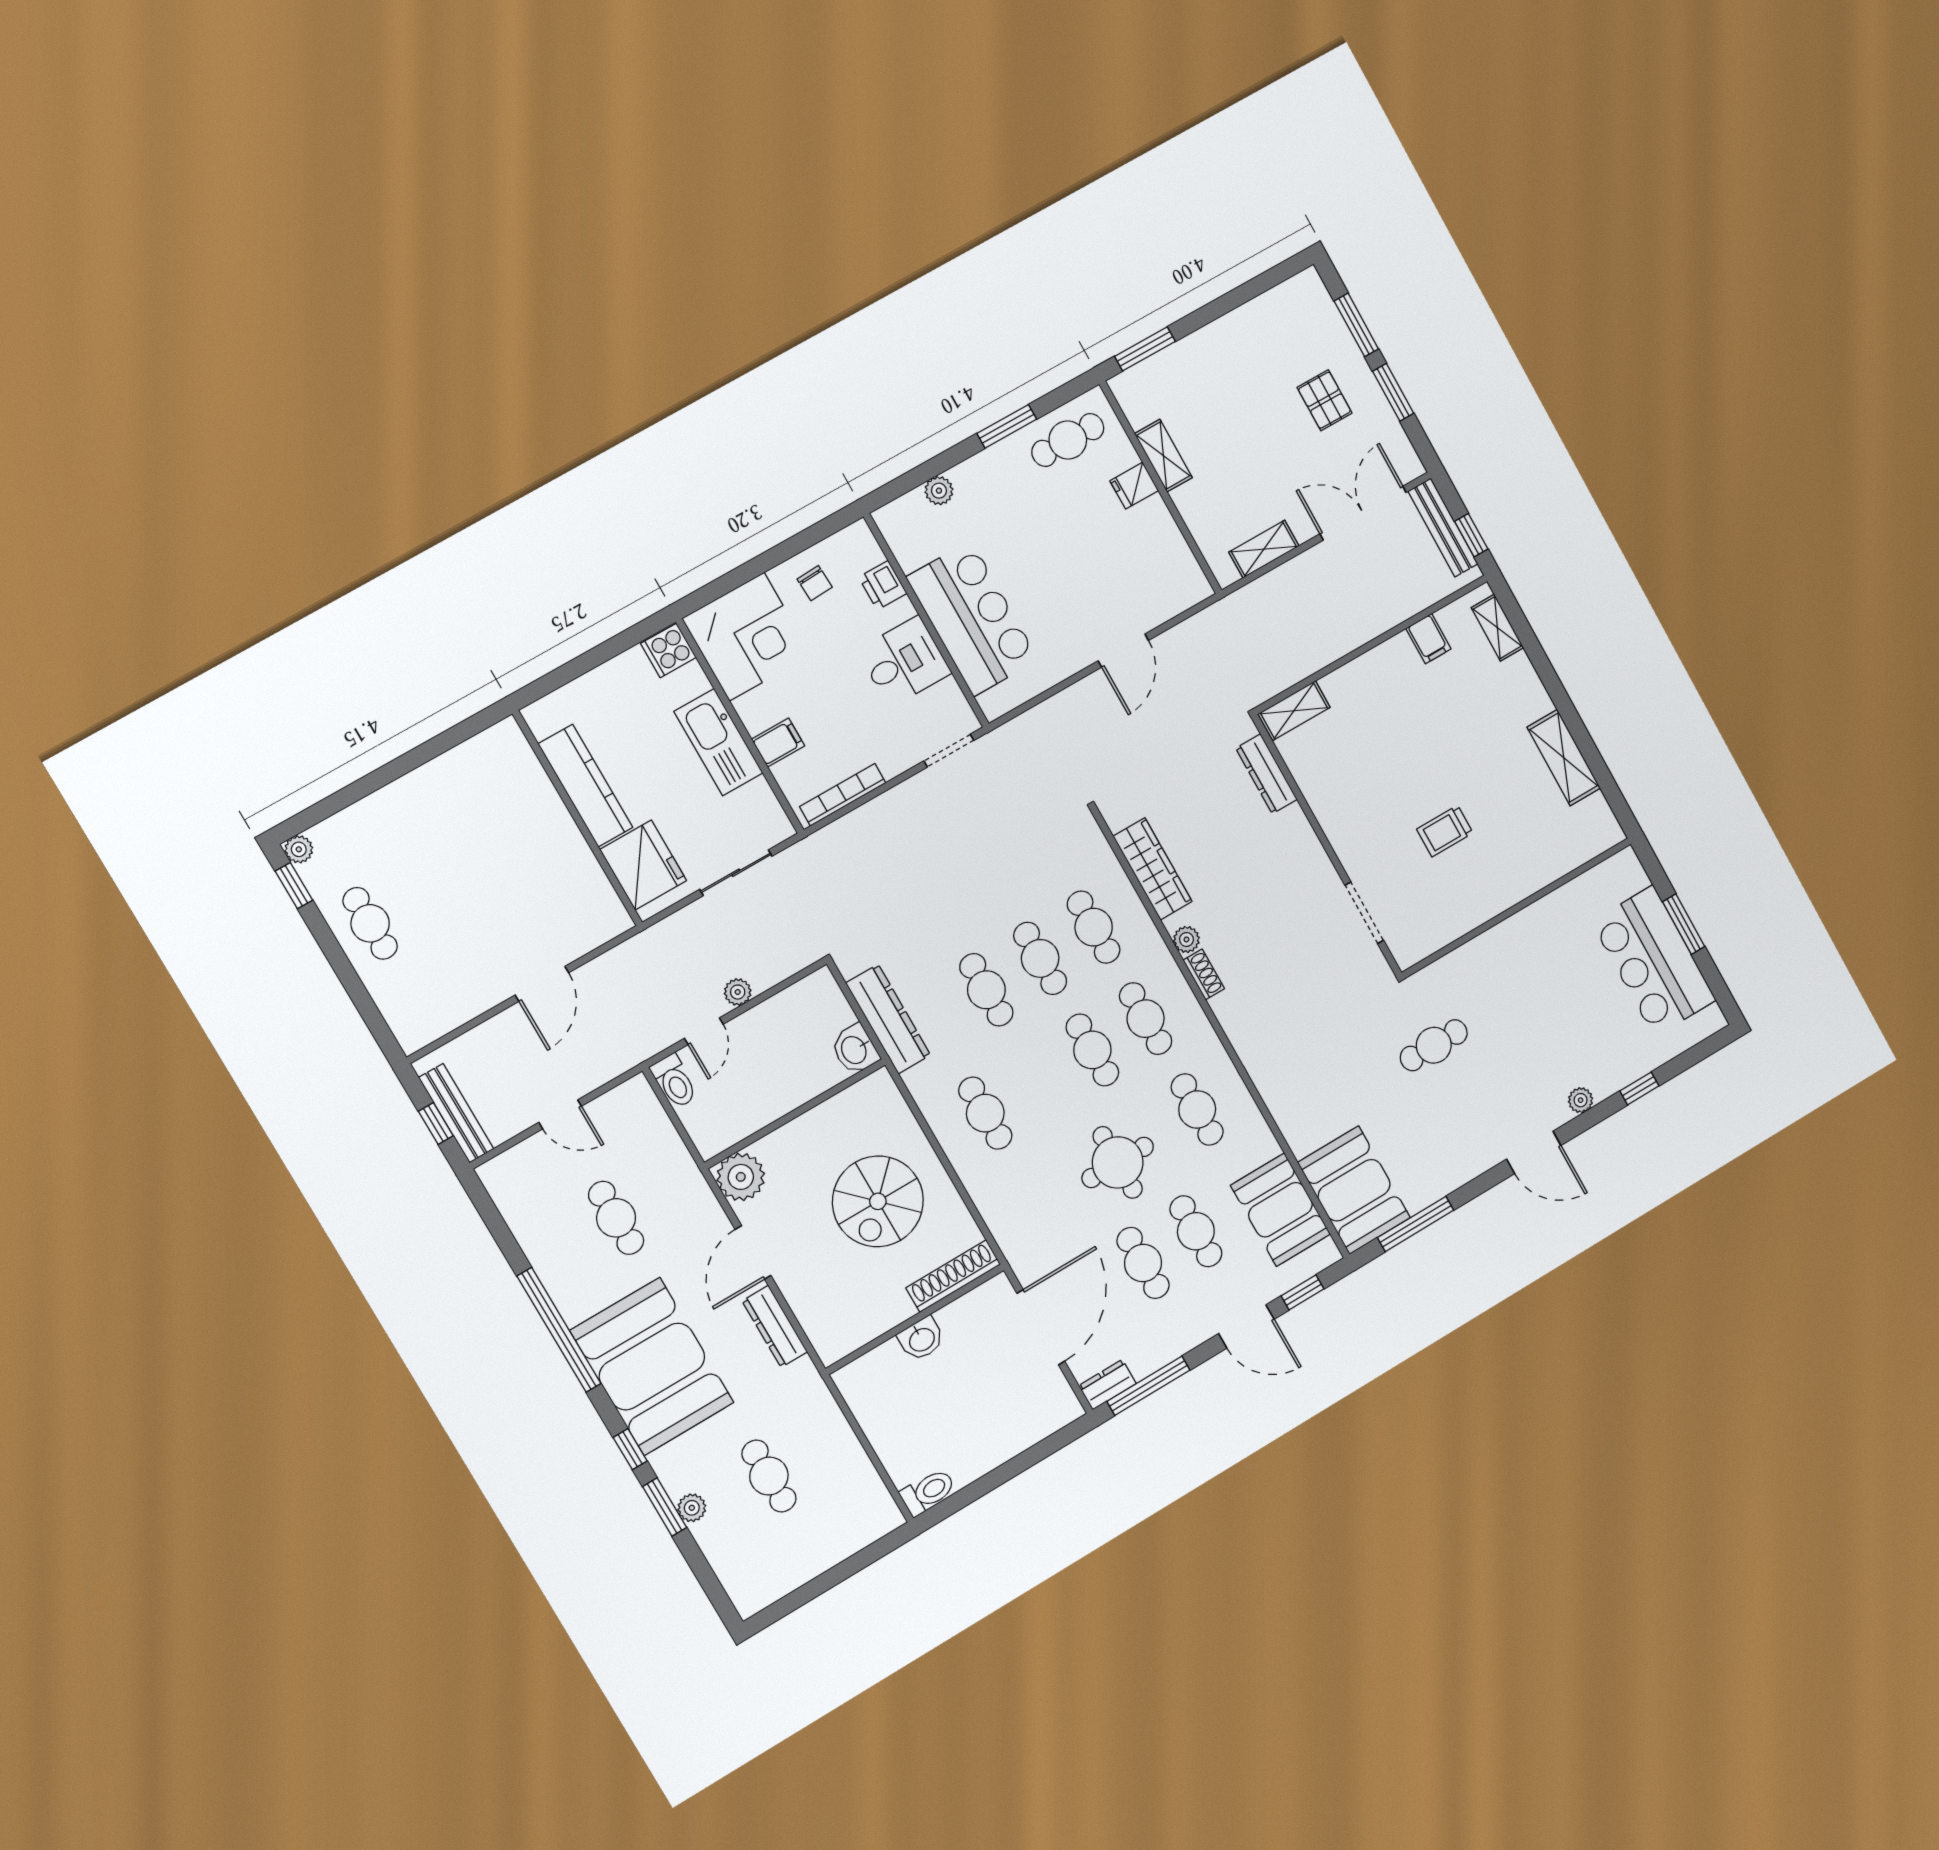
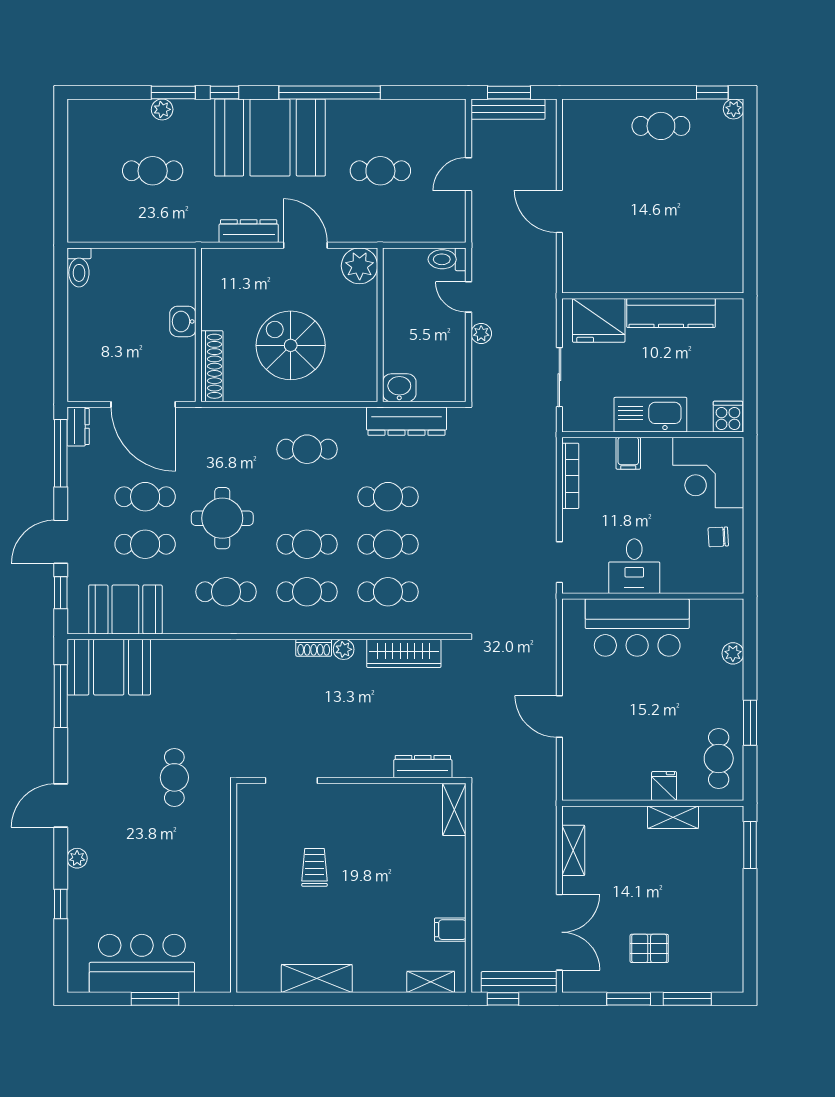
printer: (883, 585) -> (692, 581), removed
window: (436, 1123) -> (509, 93), width x1.50

